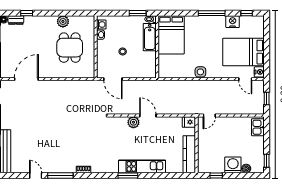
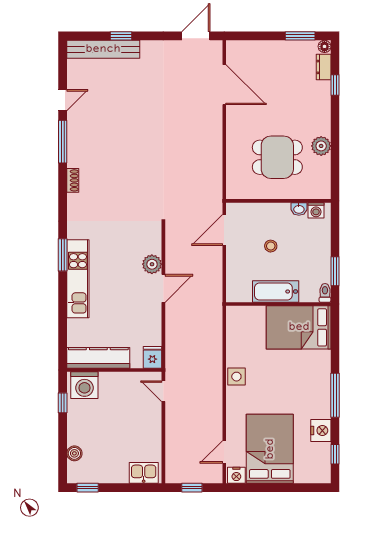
bathtub: (150, 37) -> (276, 292), moved
washing machine: (233, 165) -> (84, 385), moved, turned 90

